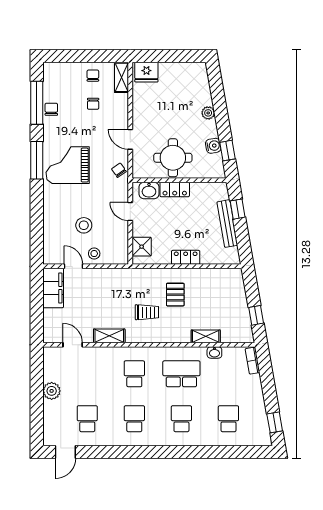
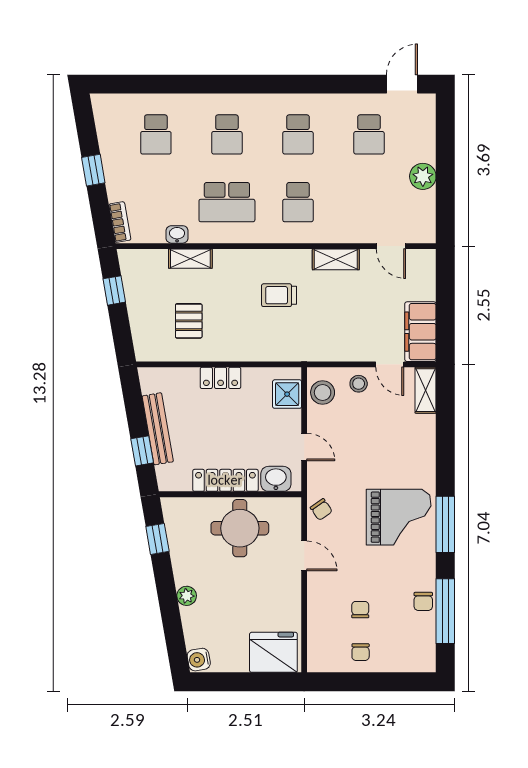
fridge: (146, 72) -> (273, 652), width x1.36, depth x1.34
shelving: (121, 77) -> (426, 390), moved
water cooler: (213, 146) -> (199, 660), moved
locker: (175, 189) -> (225, 480), width x1.53
stool: (84, 225) -> (323, 392), moved
pallet: (175, 295) -> (189, 321), moved
window: (275, 422) -> (93, 170), moved

